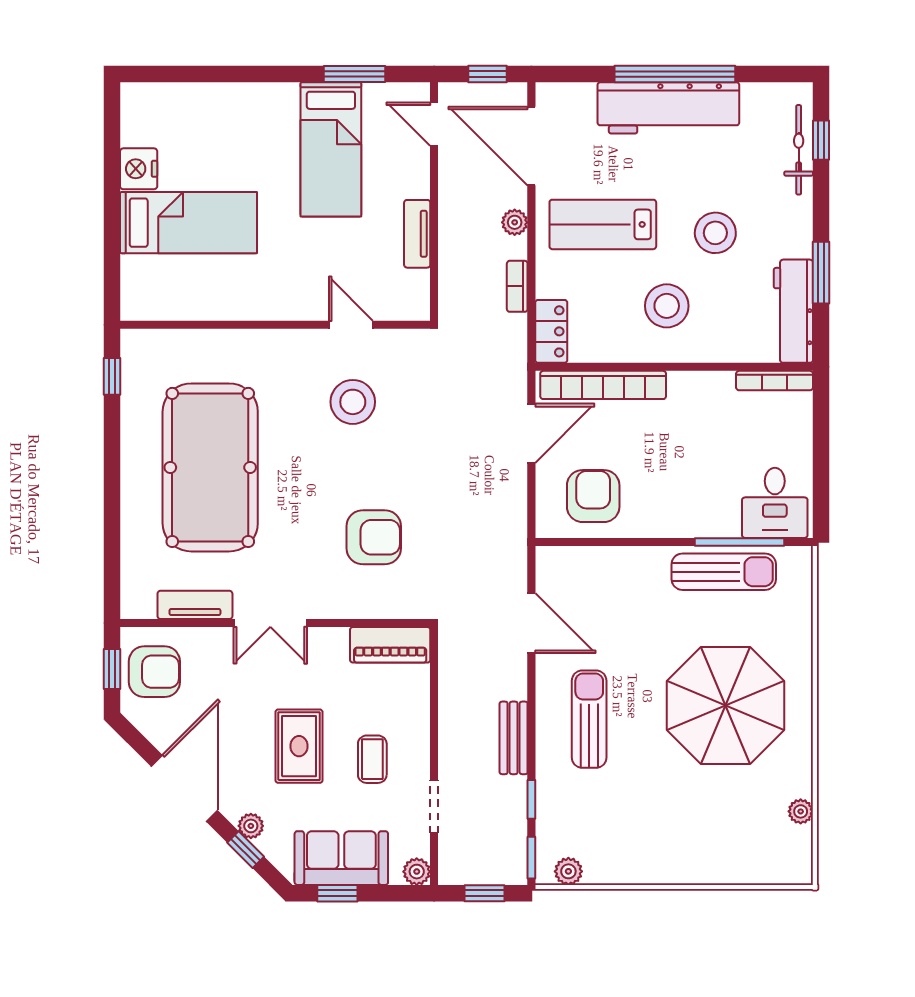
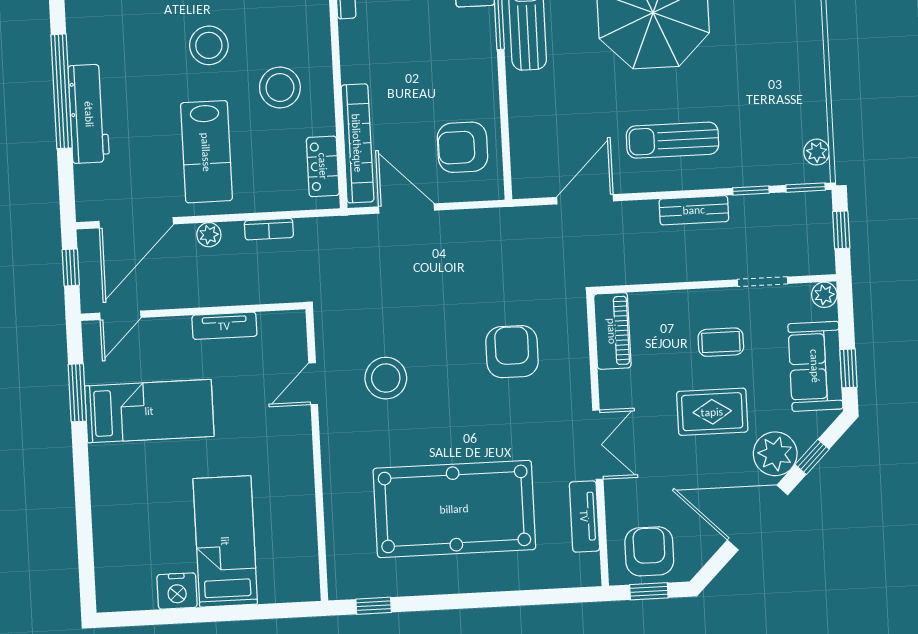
workbench: (668, 108) -> (89, 114), width x0.73, depth x0.76
locker: (551, 331) -> (323, 166), moved, turned -90
plant: (251, 826) -> (775, 454), width x1.88, depth x1.88

